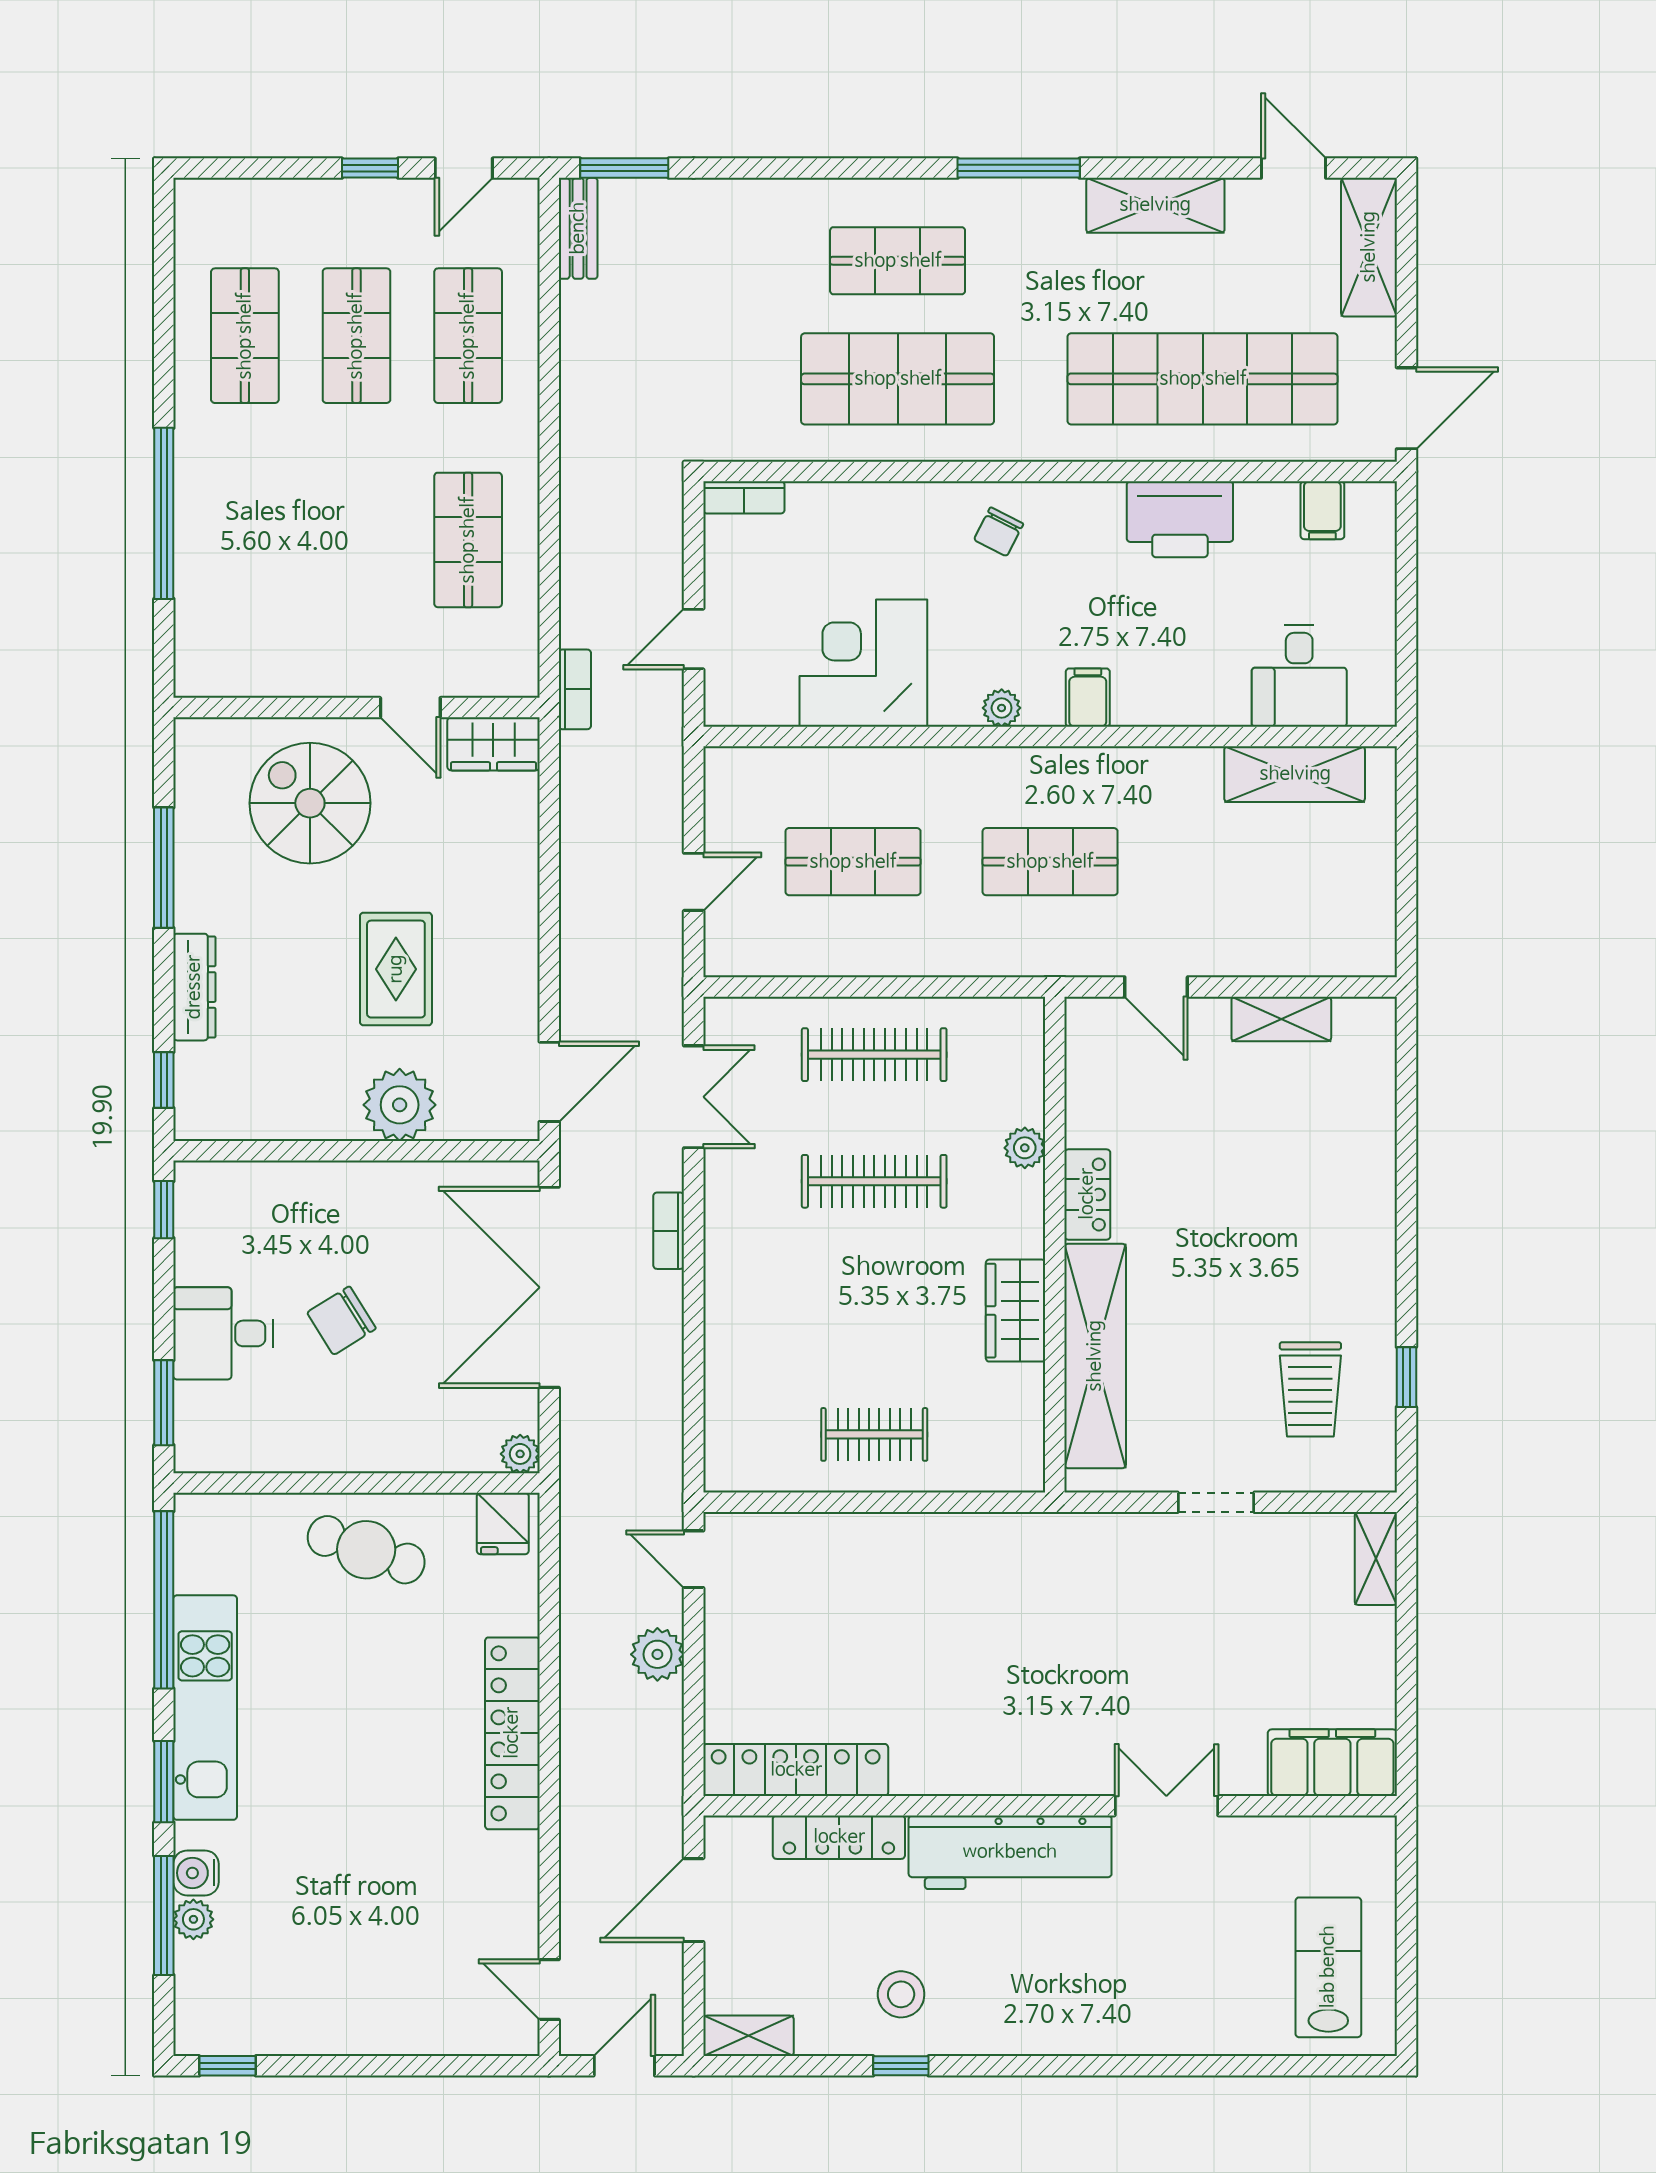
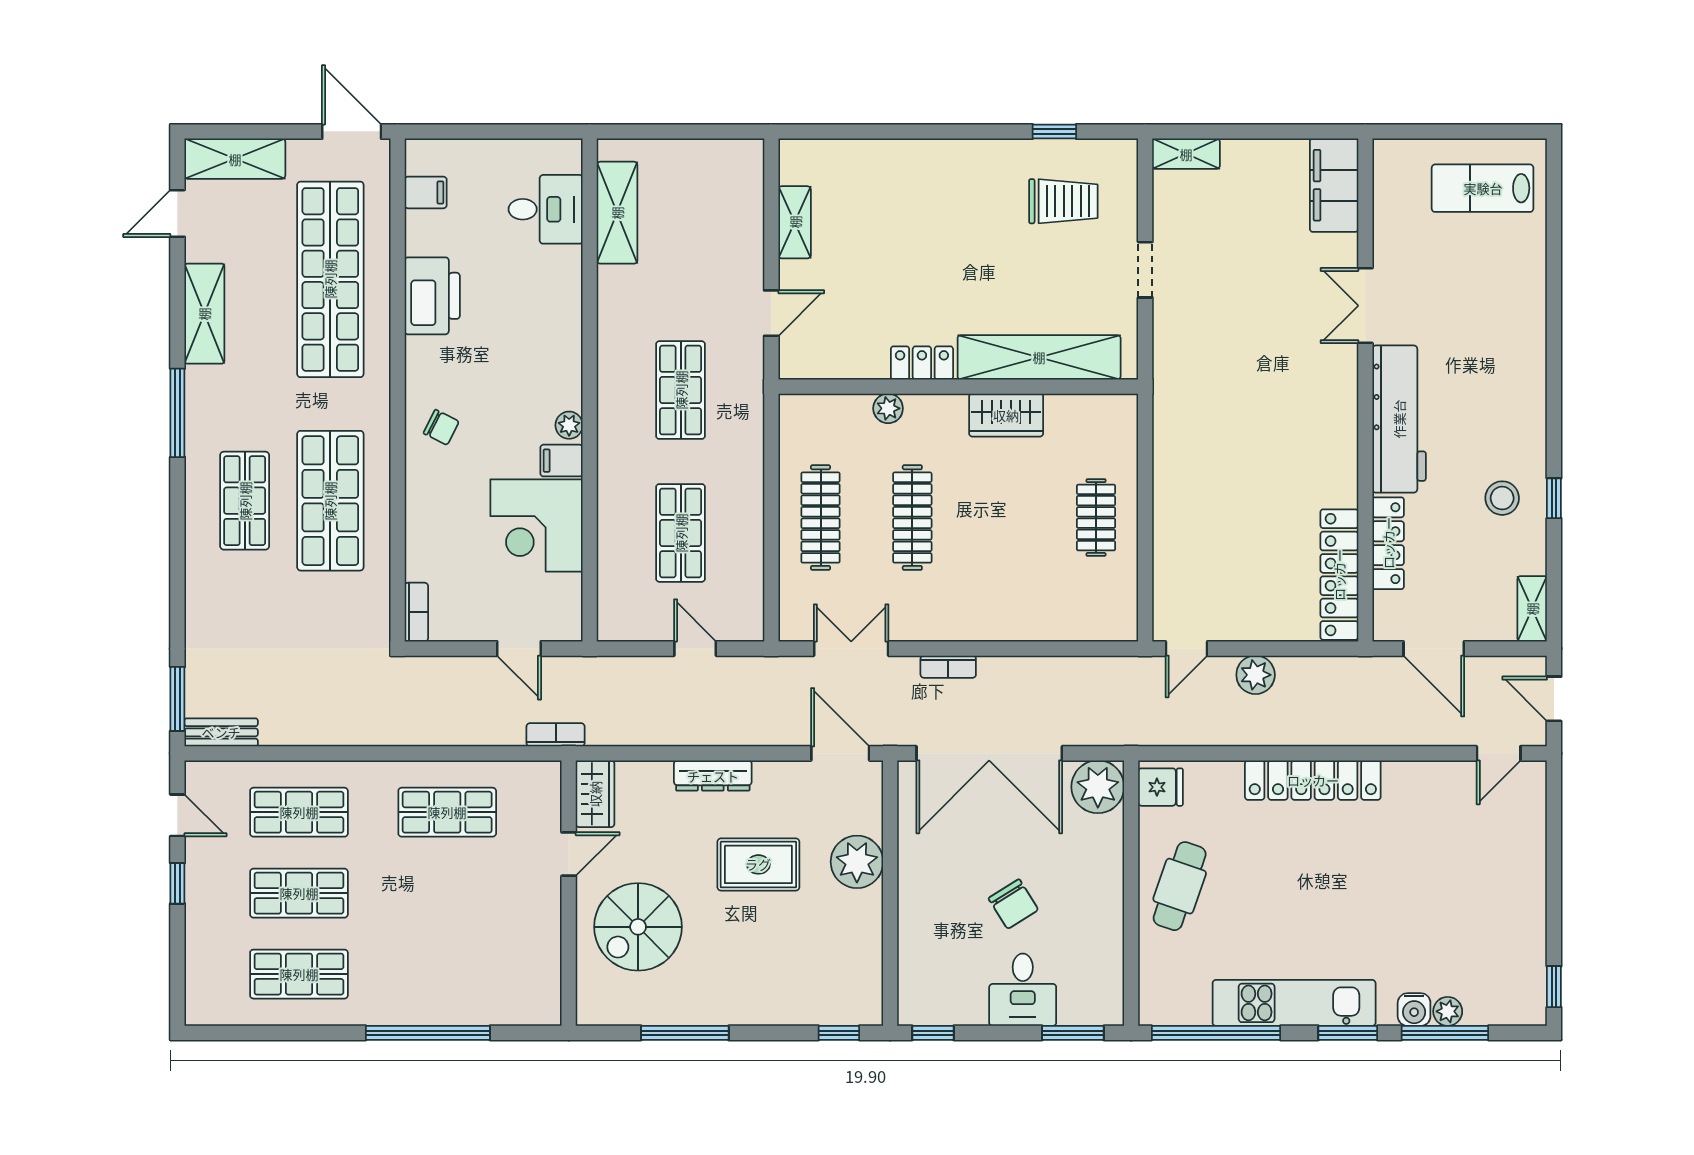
filing cabinet: (1088, 698) -> (561, 461), moved
dresser: (194, 987) -> (713, 776), moved, turned 180
plant: (520, 1454) -> (1098, 787), width x1.87, depth x1.87

